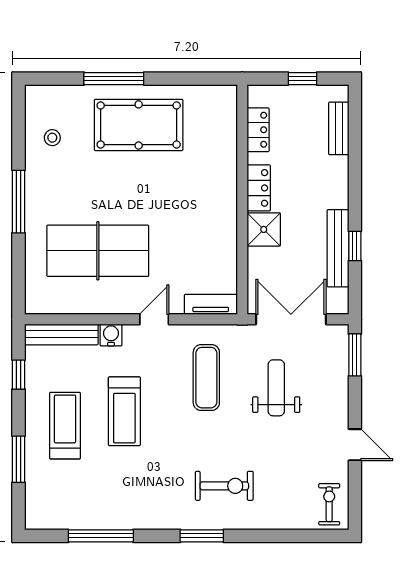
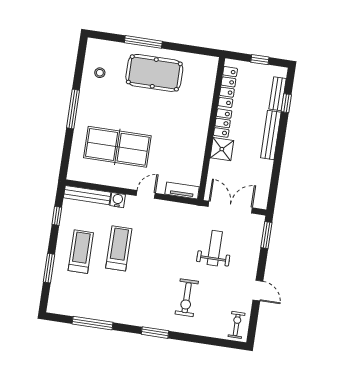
locker: (258, 130) -> (228, 87), width x1.53
window: (355, 246) -> (286, 103), moved
bench: (338, 248) -> (271, 135), moved
exercise mat: (206, 378) -> (173, 235), removed
treadmill: (124, 411) -> (119, 248), turned 180
exercise bike: (224, 486) -> (187, 298), moved, turned 90

